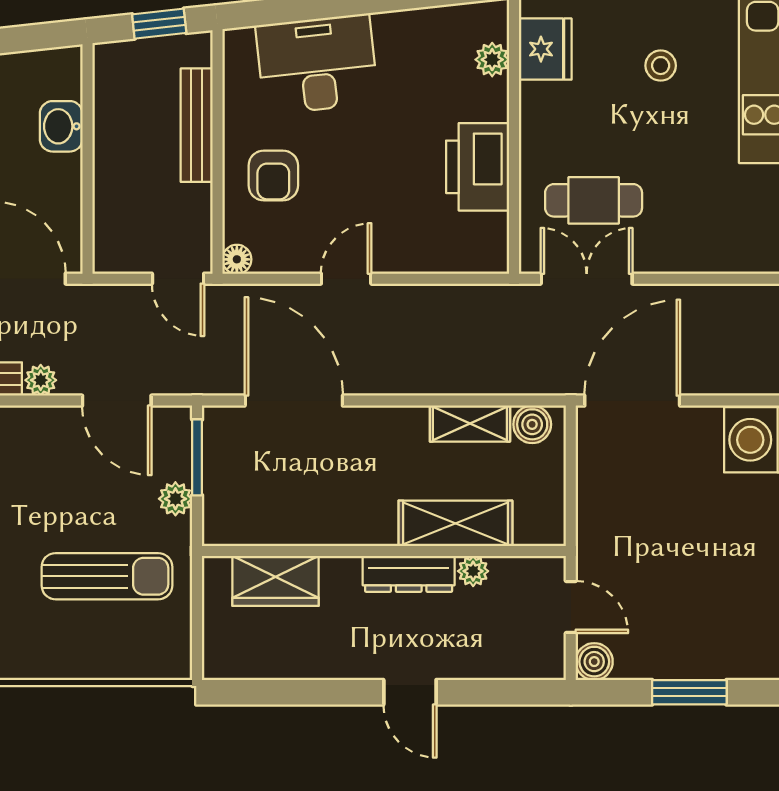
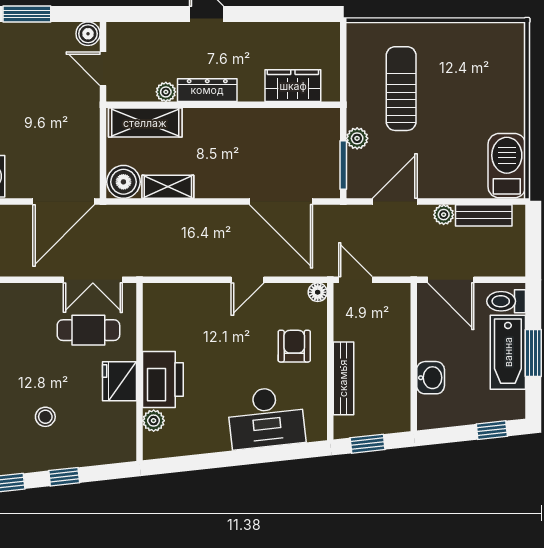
fridge: (545, 49) -> (120, 381), moved
printer: (478, 167) -> (163, 380), moved
door: (117, 401) -> (395, 201), hinge flipped
boiler: (532, 424) -> (123, 182), width x1.36, depth x1.36
shelving: (455, 523) -> (145, 123), moved
sun lounger: (107, 576) -> (401, 89), turned 90

